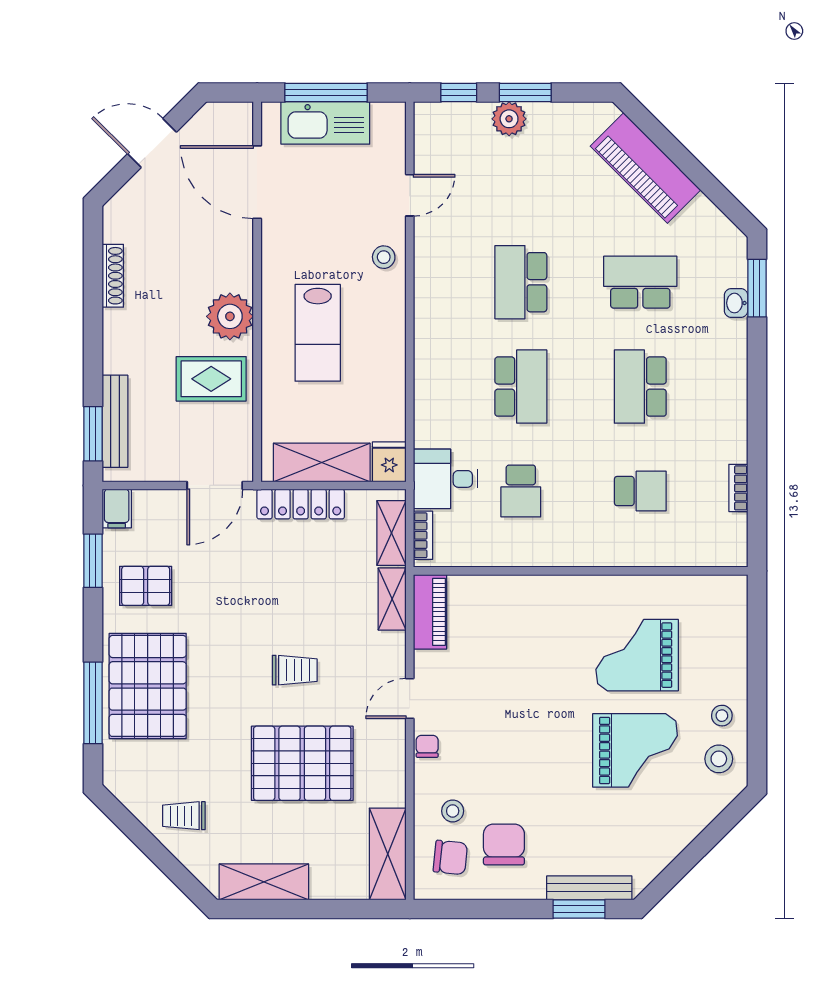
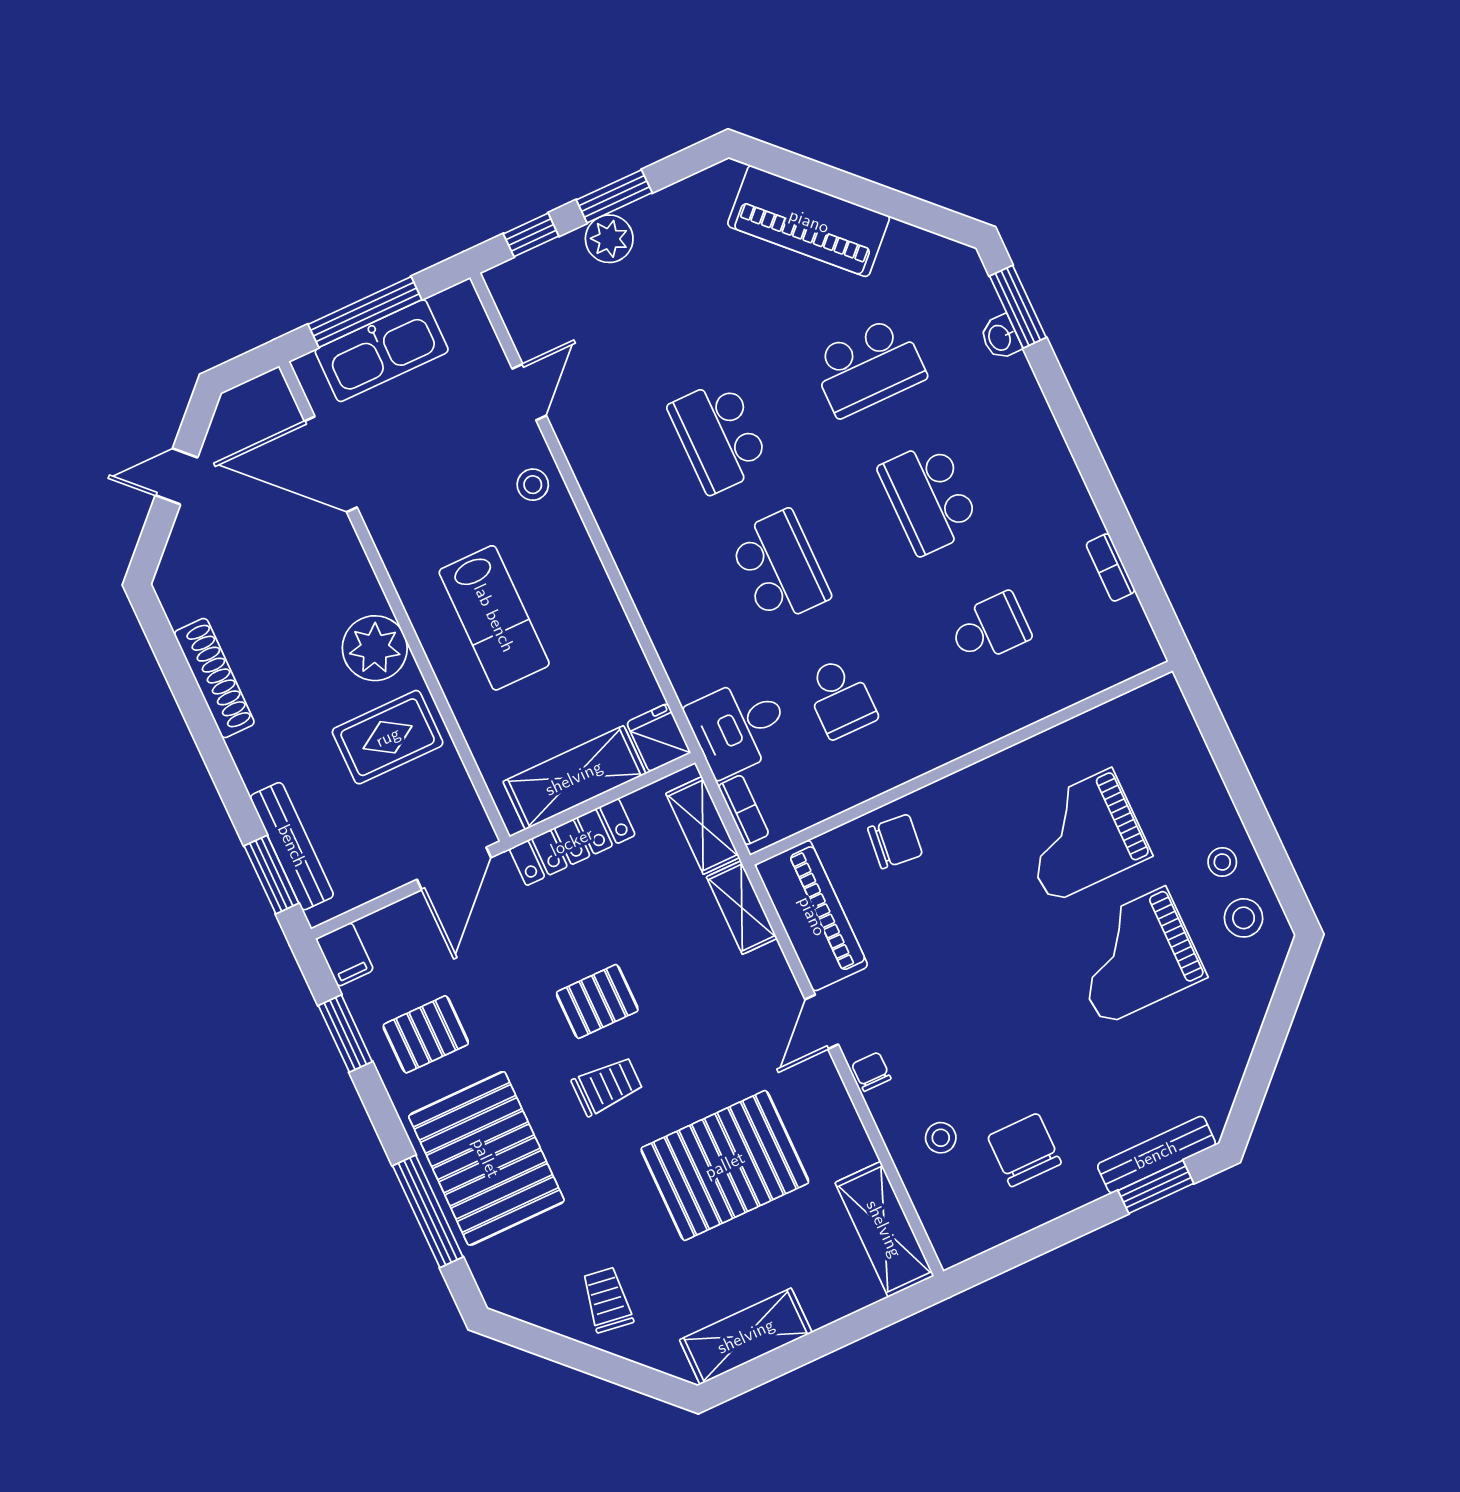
door: (152, 143) -> (176, 476), width x0.73
shoe rack: (113, 276) -> (214, 678), width x1.36, depth x1.24
school desk: (640, 282) -> (868, 367), turned 180
piano: (430, 612) -> (812, 916), width x1.37, depth x1.33
pallet: (268, 617) -> (597, 1001), added
trolley: (295, 670) -> (607, 1086), moved
grand piano: (635, 750) -> (1134, 956), turned 180
trolley: (184, 816) -> (607, 1300), turned 98
chair: (450, 857) -> (895, 841), moved

